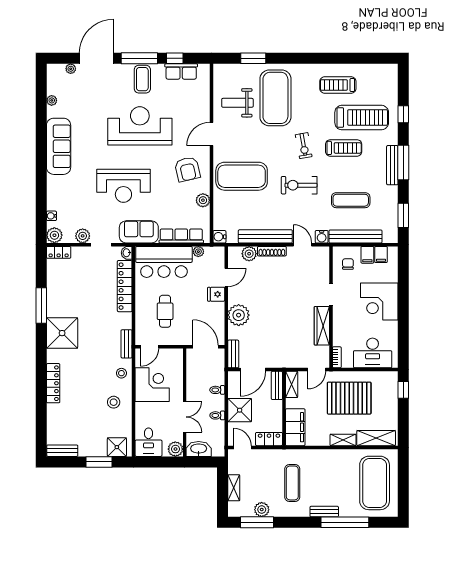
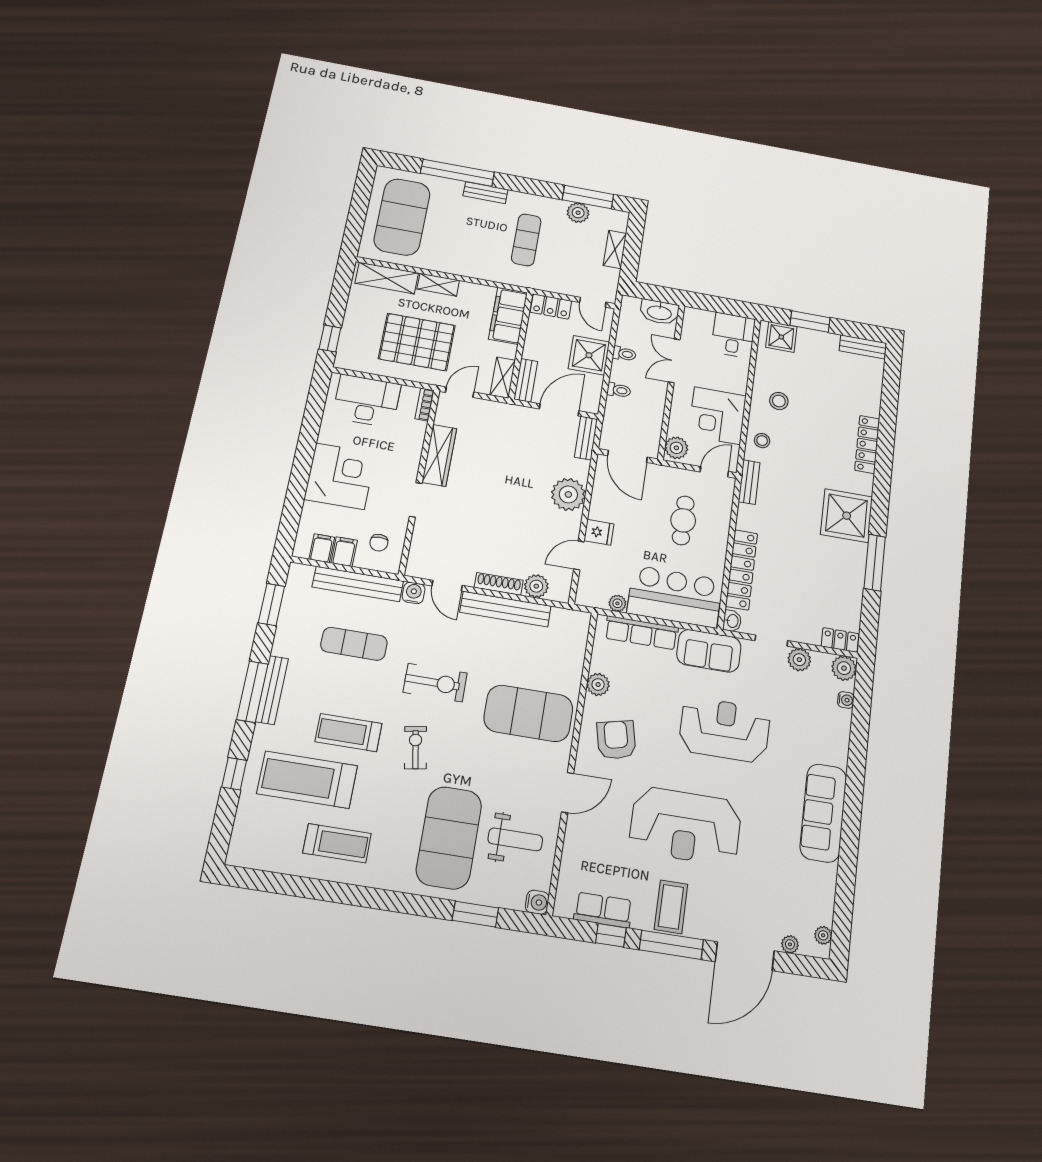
plant: (52, 100) -> (823, 935), moved
water cooler: (219, 237) -> (537, 902), moved
plant: (175, 449) -> (676, 448), moved

